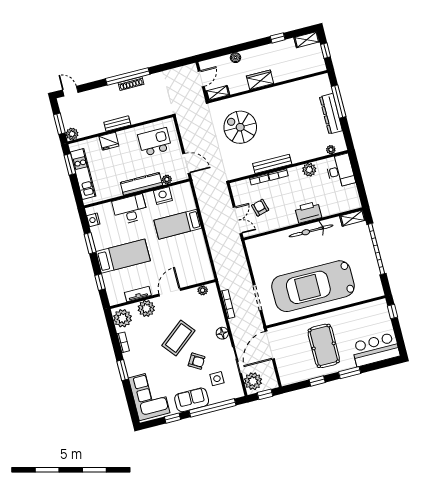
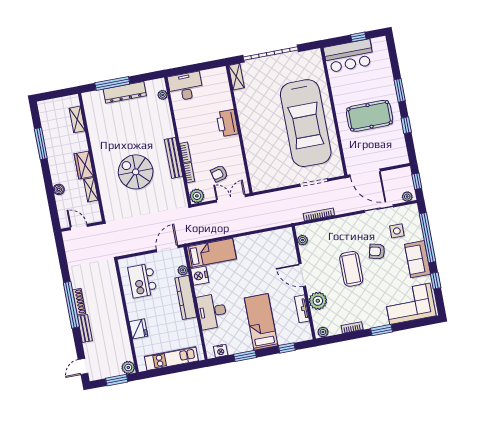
window: (278, 38) -> (41, 144), width x2.17
shelving: (307, 40) -> (77, 119), moved
window: (326, 51) -> (58, 94), removed
shelving: (218, 93) -> (91, 190), moved
bench: (117, 124) -> (85, 328), moved
spiral stairs: (240, 127) -> (136, 172), moved, turned 90
window: (70, 164) -> (160, 372), removed
plant: (309, 170) -> (197, 196), moved
bed: (178, 224) -> (211, 253), moved, turned -90
bicycle: (311, 231) -> (247, 121), removed
window: (393, 312) -> (358, 37), moved
plant: (123, 318) -> (323, 332), width x0.53, depth x0.53
floor lamp: (222, 333) -> (349, 222), removed
coffee table: (178, 338) -> (351, 269), turned 39
bar counter: (376, 350) -> (349, 56), moved, turned -90
armchair: (196, 361) -> (377, 251), turned -107
plant: (253, 381) -> (407, 197), width x0.53, depth x0.53

